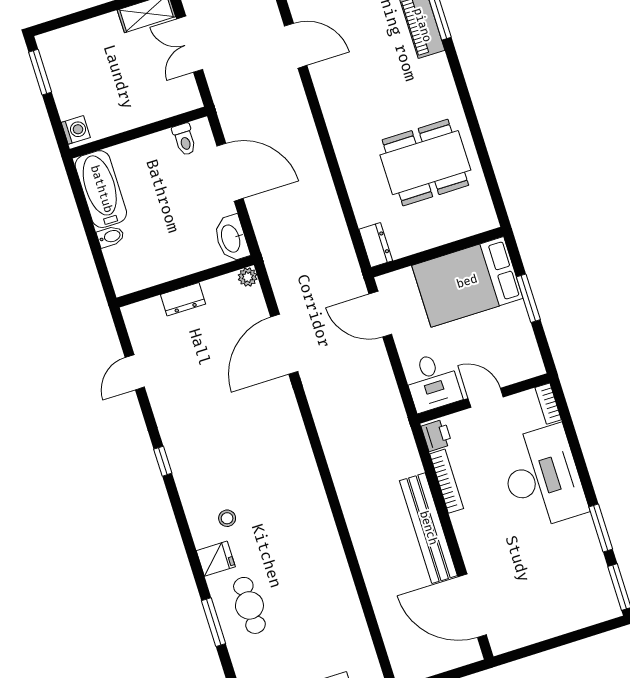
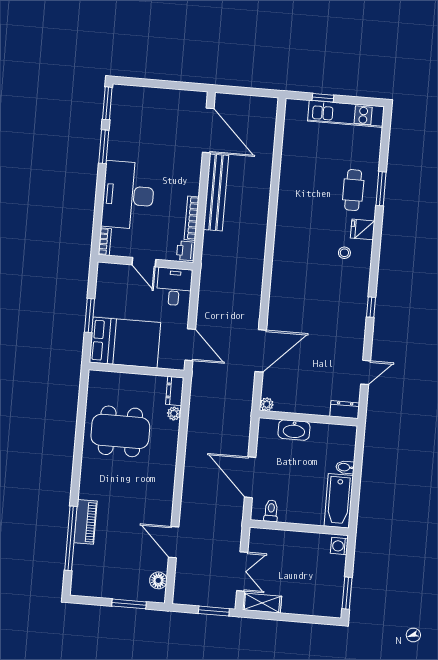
plant: (365, 215) -> (174, 413), added
washbasin: (231, 238) -> (294, 430), moved, turned 90
dresser: (183, 299) -> (345, 410), moved

